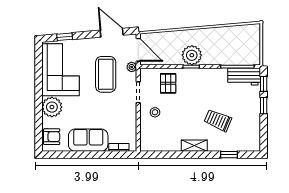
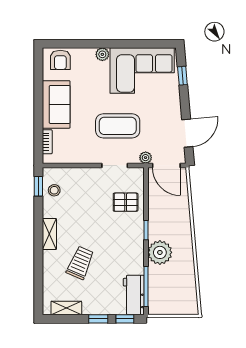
door: (138, 50) -> (166, 166), hinge flipped
plant: (192, 55) -> (160, 252), moved
coffee table: (106, 74) -> (118, 126), moved
plant: (52, 107) -> (102, 54), width x0.53, depth x0.53
stool: (155, 112) -> (54, 190), moved
shelving: (255, 132) -> (66, 308), added
window: (229, 155) -> (38, 186), moved

